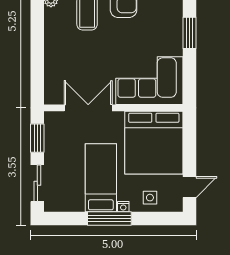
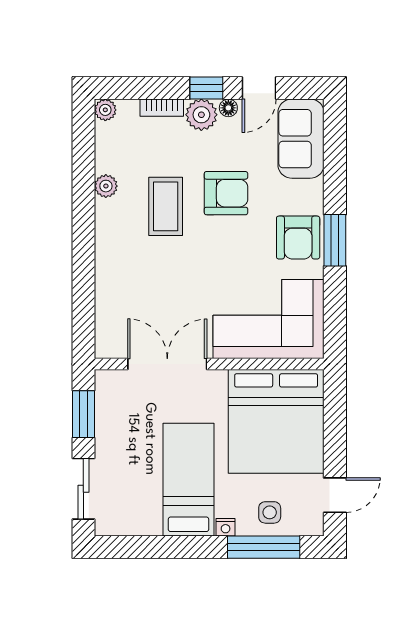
armchair: (167, 31) -> (298, 238), added
window: (109, 219) -> (264, 547), moved

